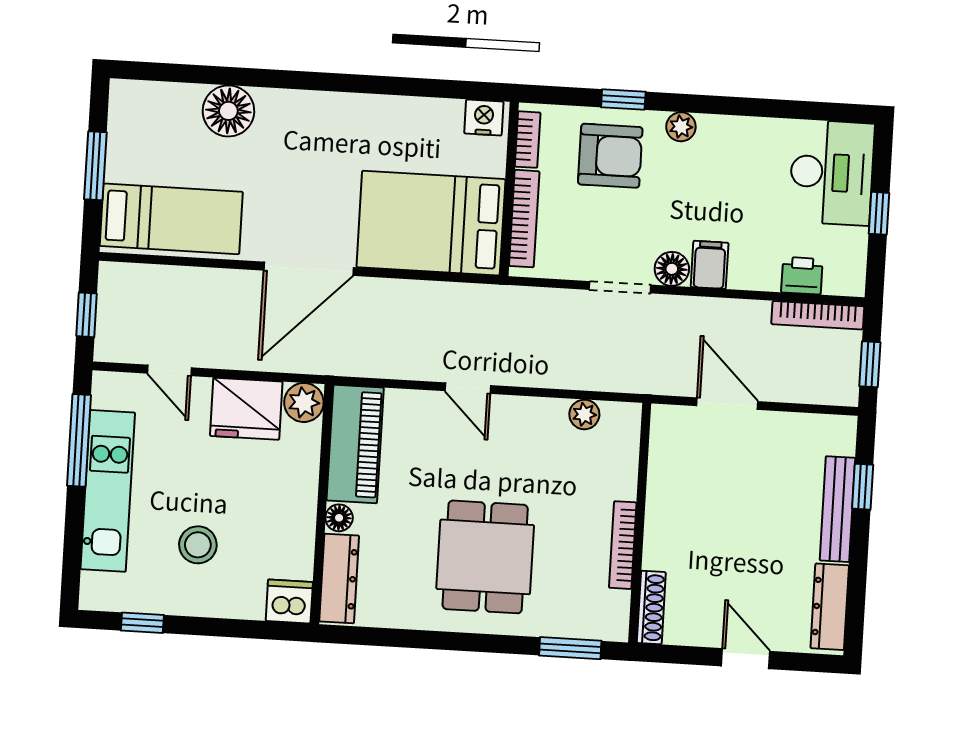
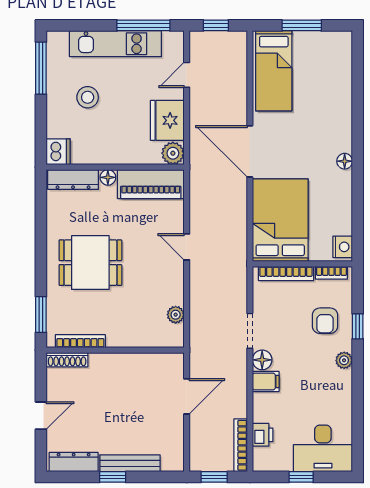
floor lamp: (228, 111) -> (345, 161), moved, width x0.53, depth x0.53
armchair: (610, 156) -> (325, 321), width x0.72, depth x0.72
door: (468, 388) -> (187, 247), hinge flipped
window: (863, 487) -> (113, 477), moved
bookcase: (623, 545) -> (80, 341), moved
window: (142, 623) -> (41, 68), width x2.17

